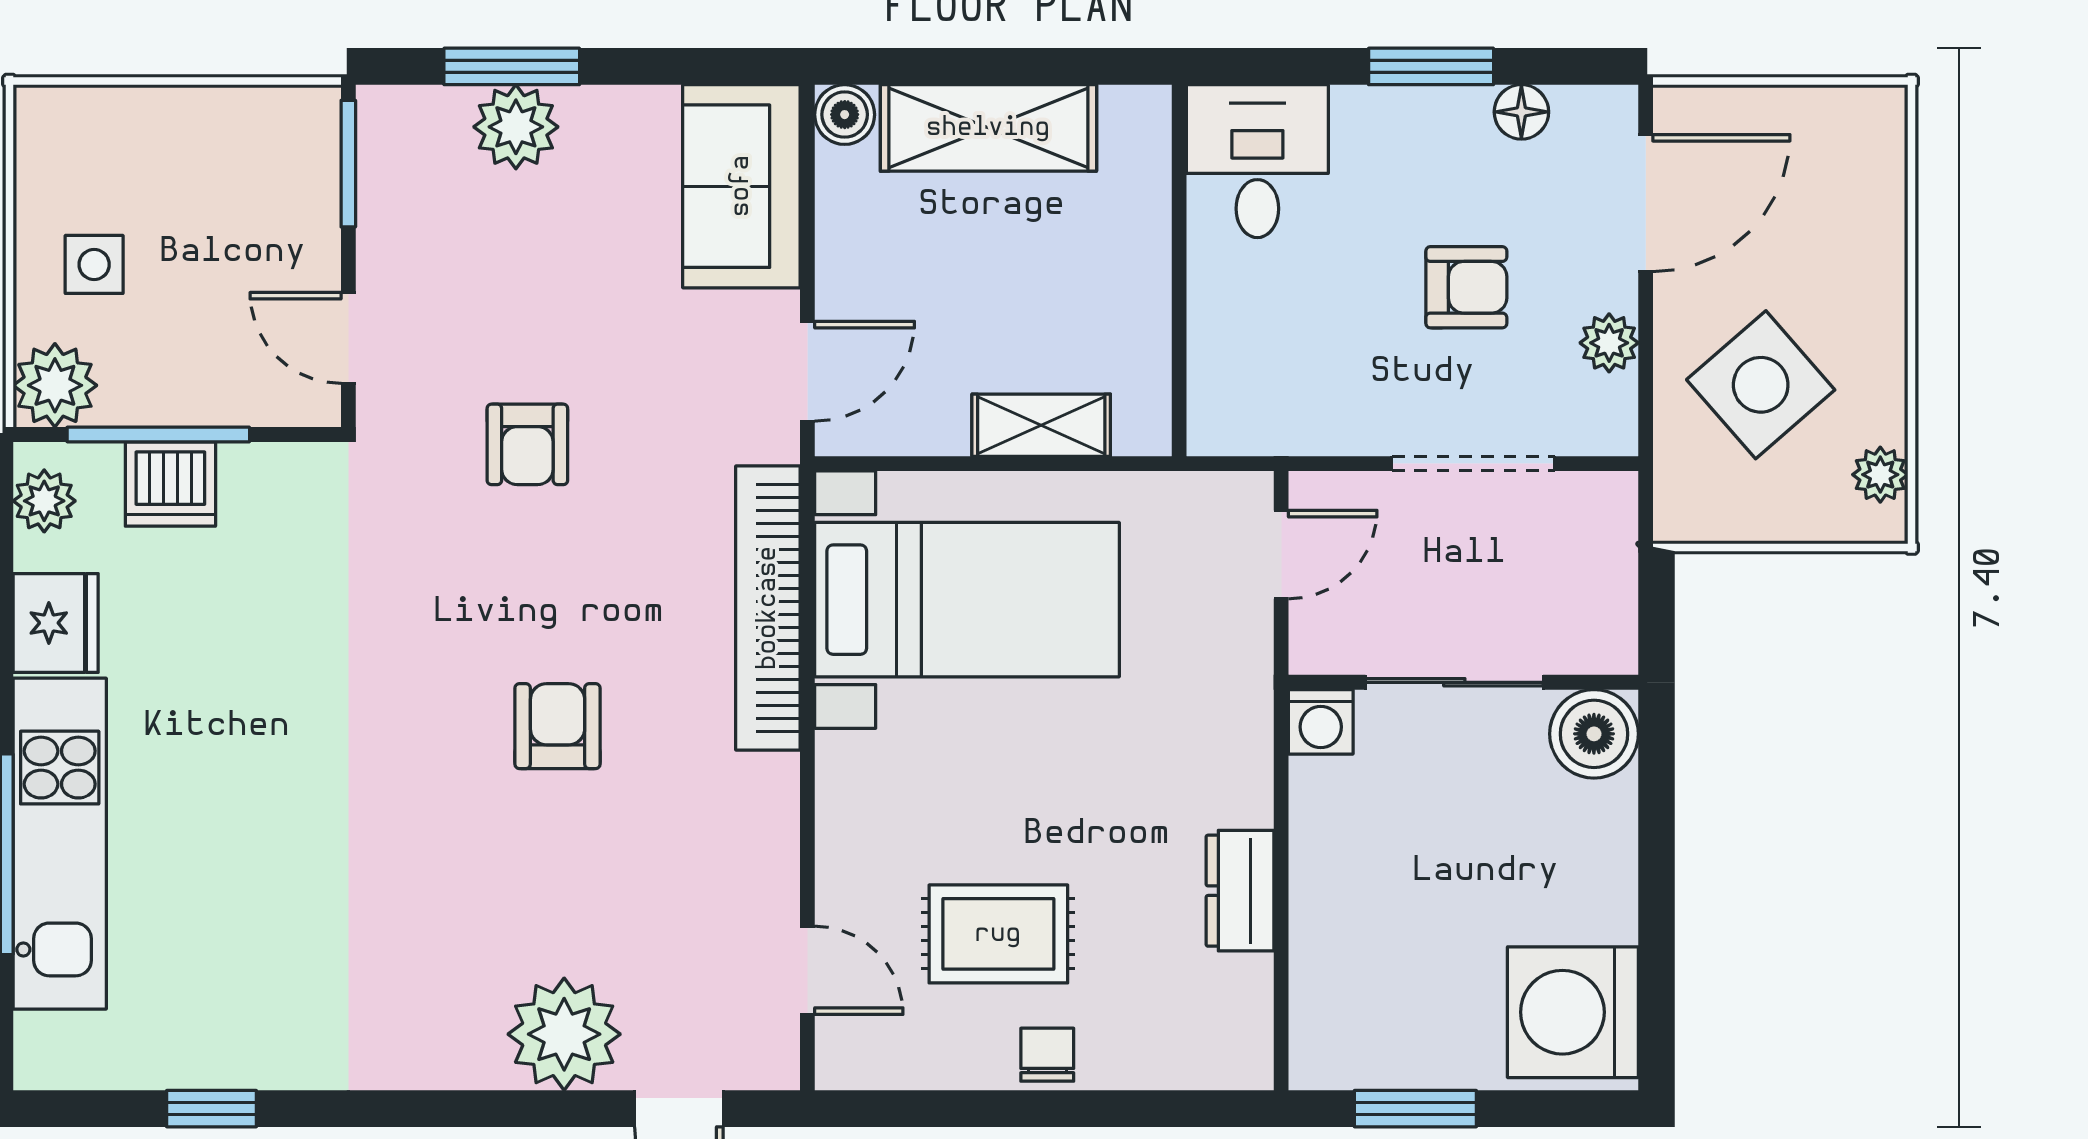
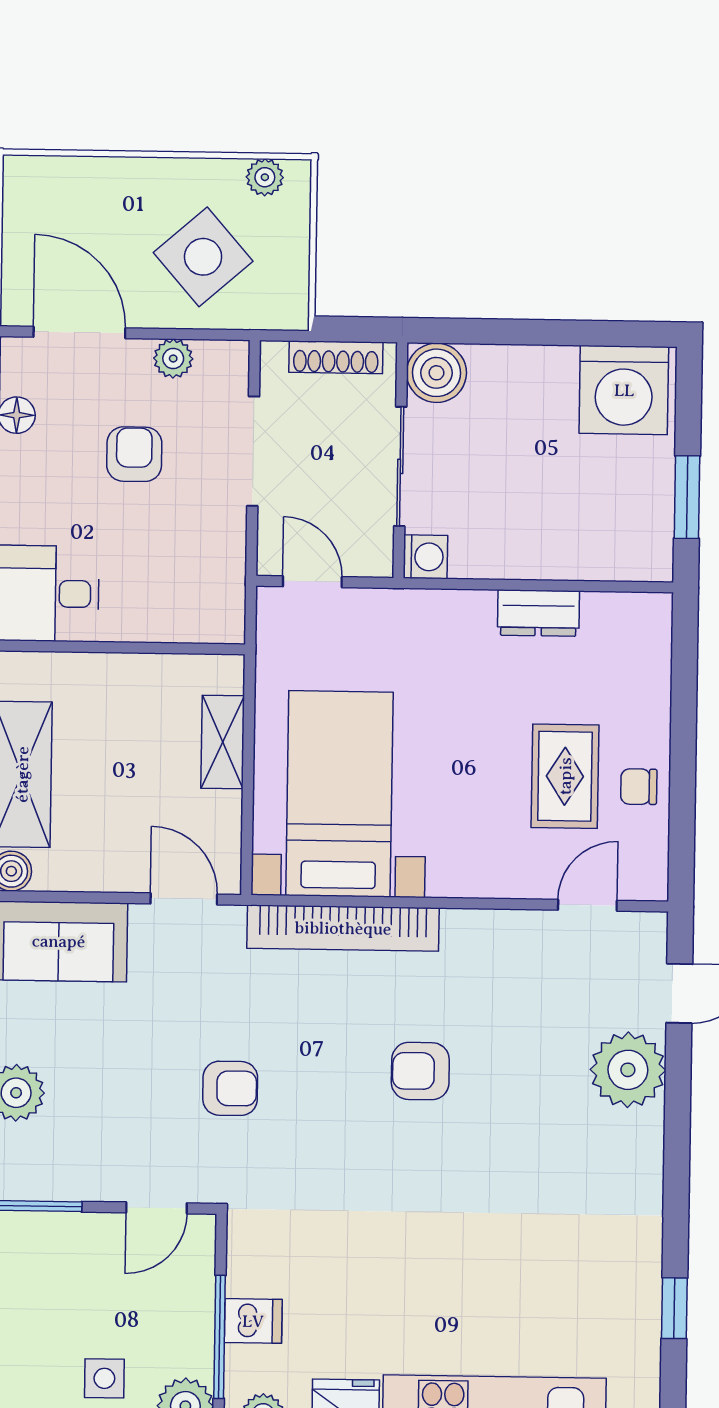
dishwasher: (170, 484) -> (253, 1321), width x0.73
shoe rack: (1615, 584) -> (336, 357), added
chair: (1047, 1055) -> (639, 787), moved

